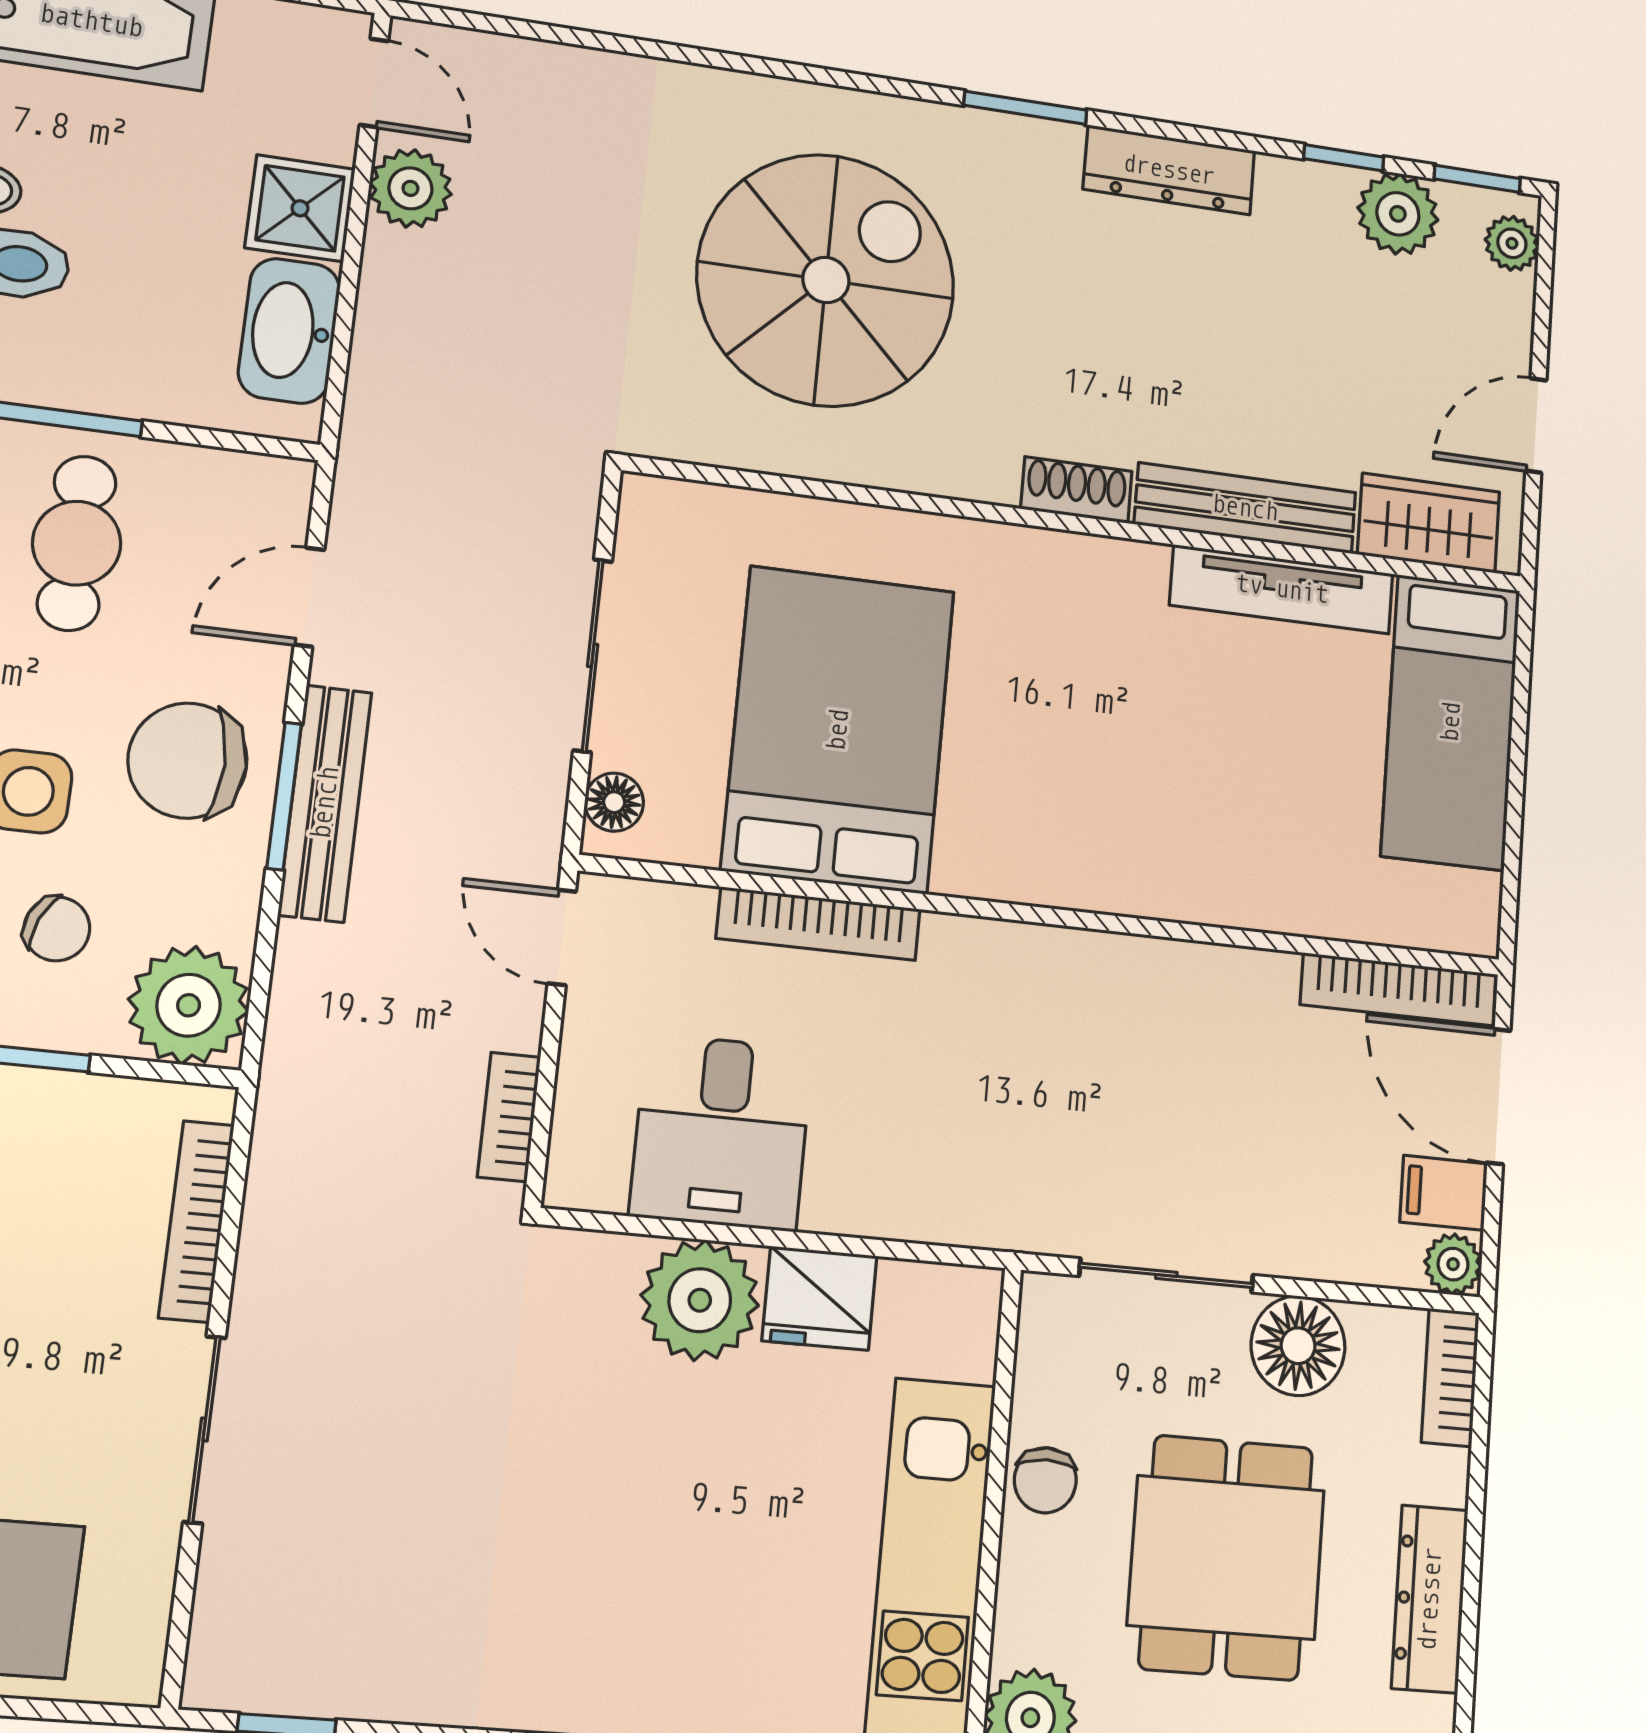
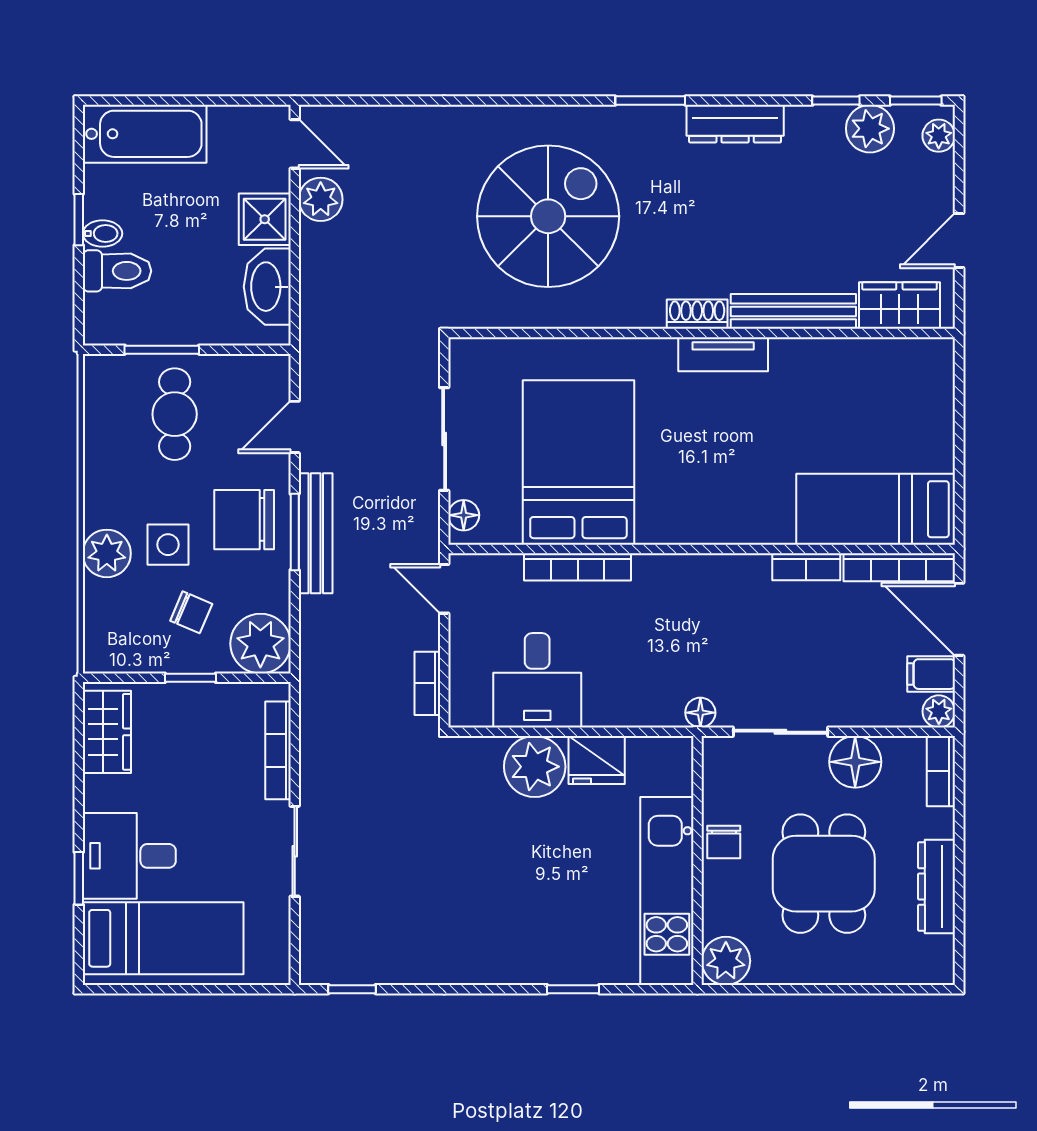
tv unit: (1282, 589) -> (723, 354), moved, width x0.71
bed: (1451, 722) -> (876, 509), moved, turned 90
bookcase: (1236, 970) -> (806, 567), added
floor lamp: (1022, 1225) -> (700, 713), added

